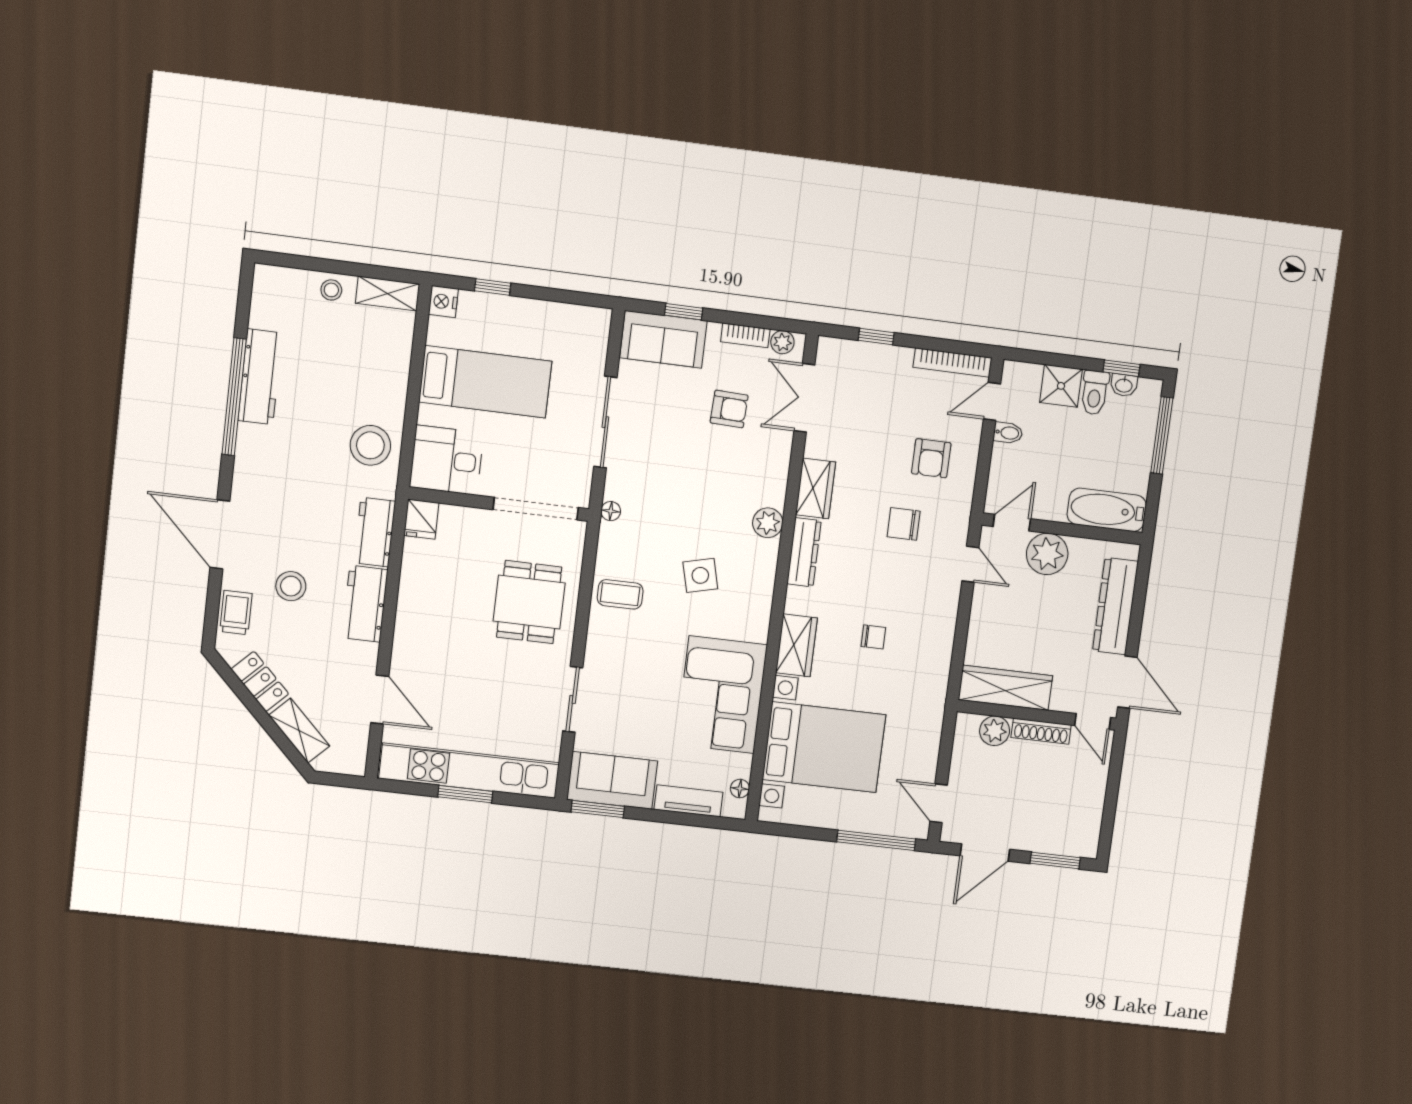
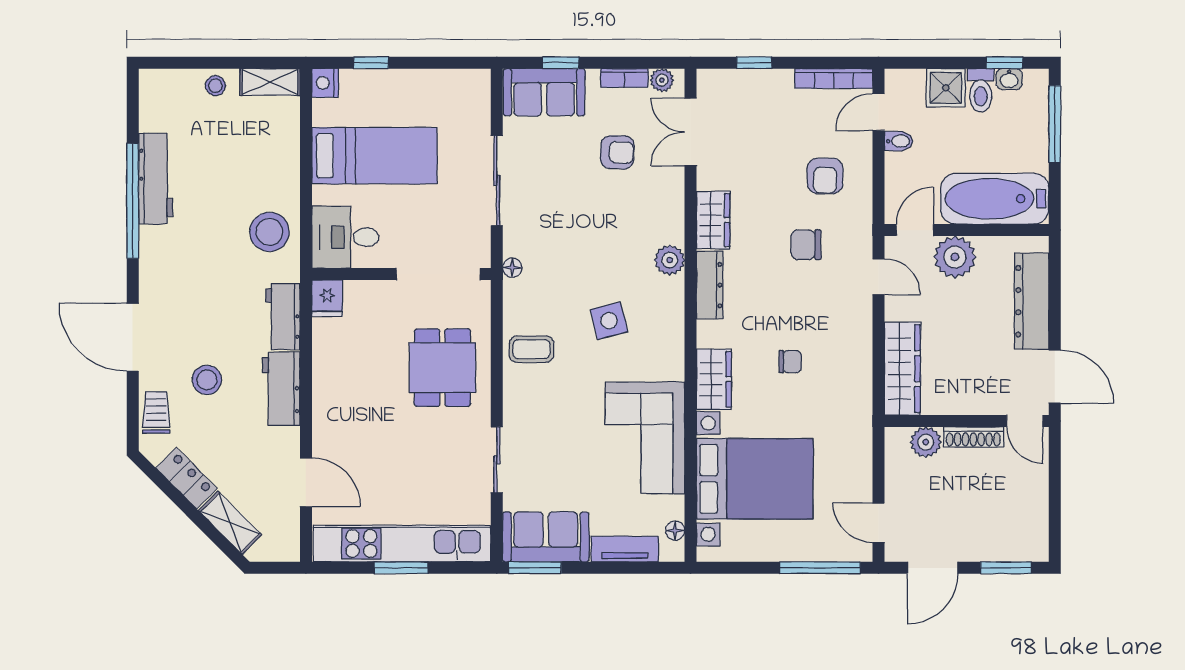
bathtub: (1107, 510) -> (995, 199), width x1.36, depth x1.36
wardrobe: (1005, 688) -> (902, 369), moved, turned 90

